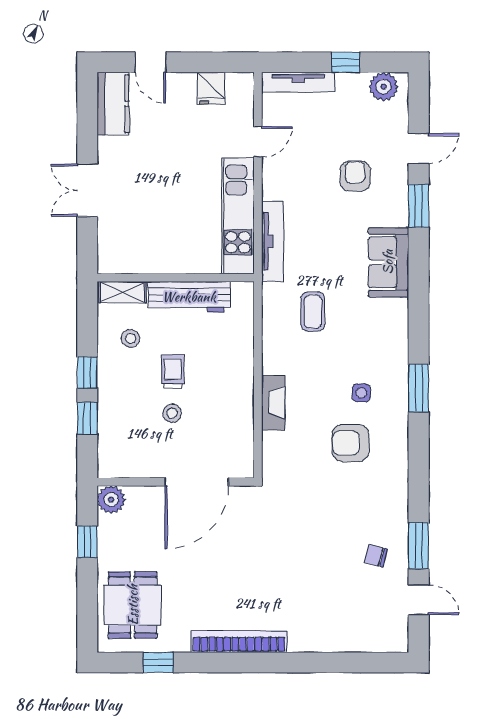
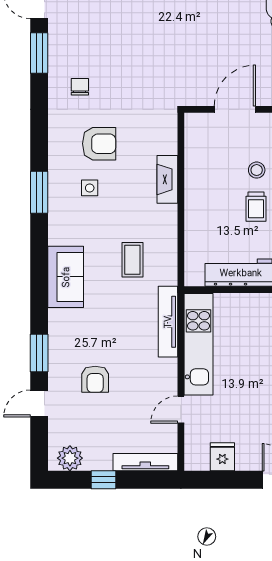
sofa: (388, 262) -> (66, 277), moved
door: (197, 482) -> (235, 109), width x0.73
chair: (376, 556) -> (80, 87), moved, turned -105

